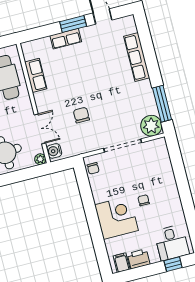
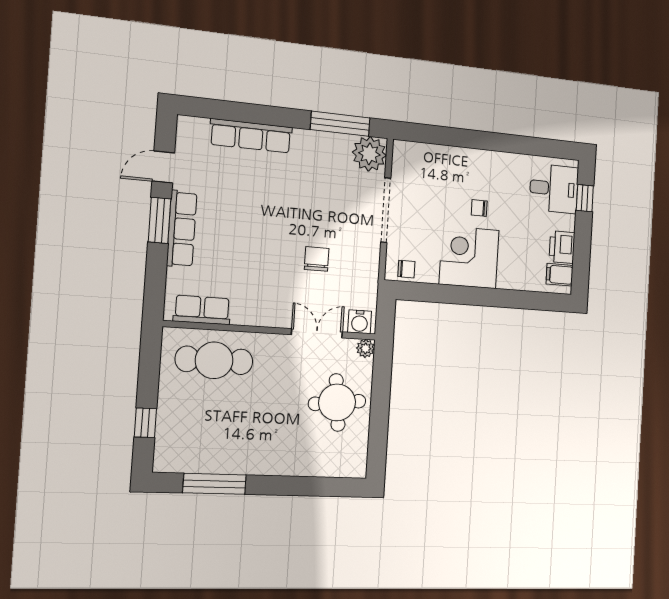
row of seats: (66, 39) -> (182, 229), width x1.48
row of seats: (36, 75) -> (202, 310), moved
chair: (81, 115) -> (317, 259), turned 90
corner desk: (116, 218) -> (469, 257), moved

